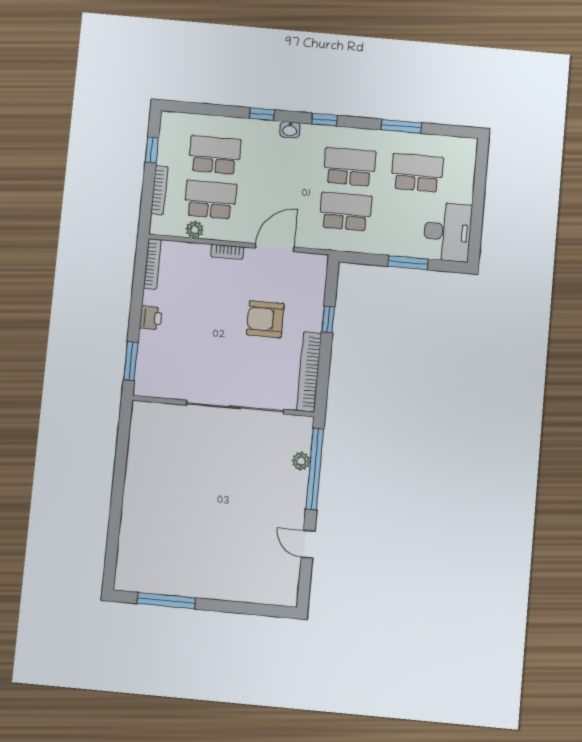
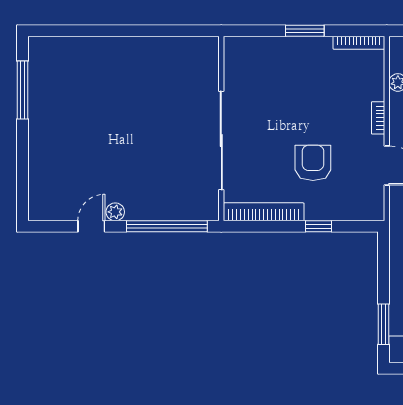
window: (408, 263) -> (384, 324), moved
printer: (151, 318) -> (304, 47), removed
window: (131, 361) -> (305, 31), moved
plant: (301, 461) -> (115, 212), moved

